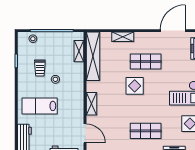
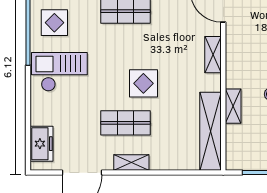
shelving: (123, 37) -> (131, 163), moved
shelving: (79, 51) -> (233, 106), moved

